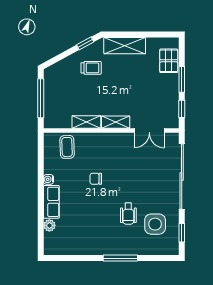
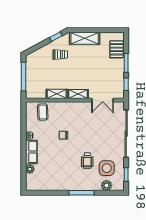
plant: (155, 248) -> (106, 185), added

